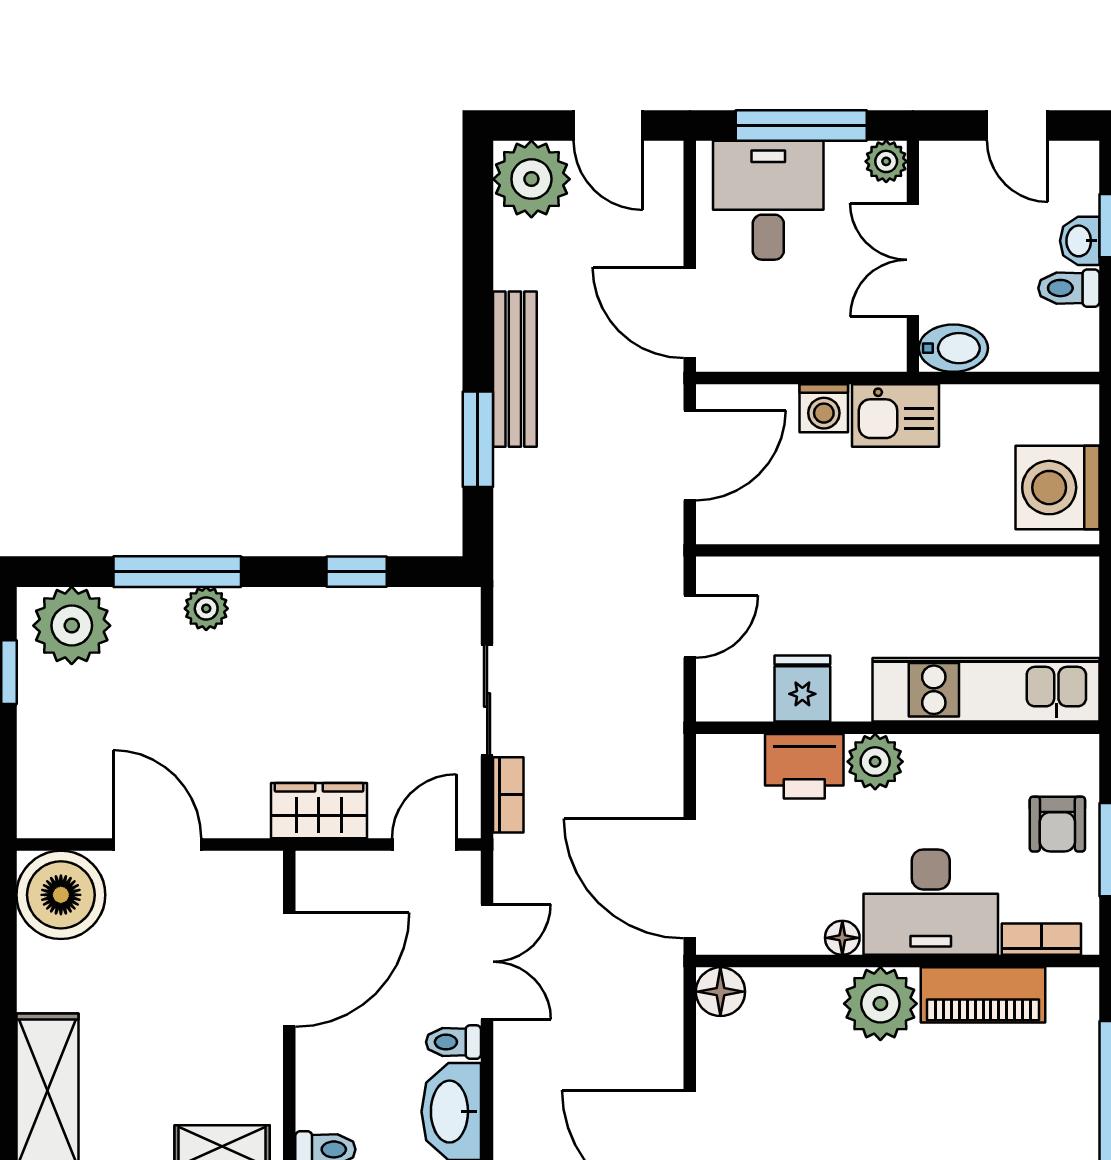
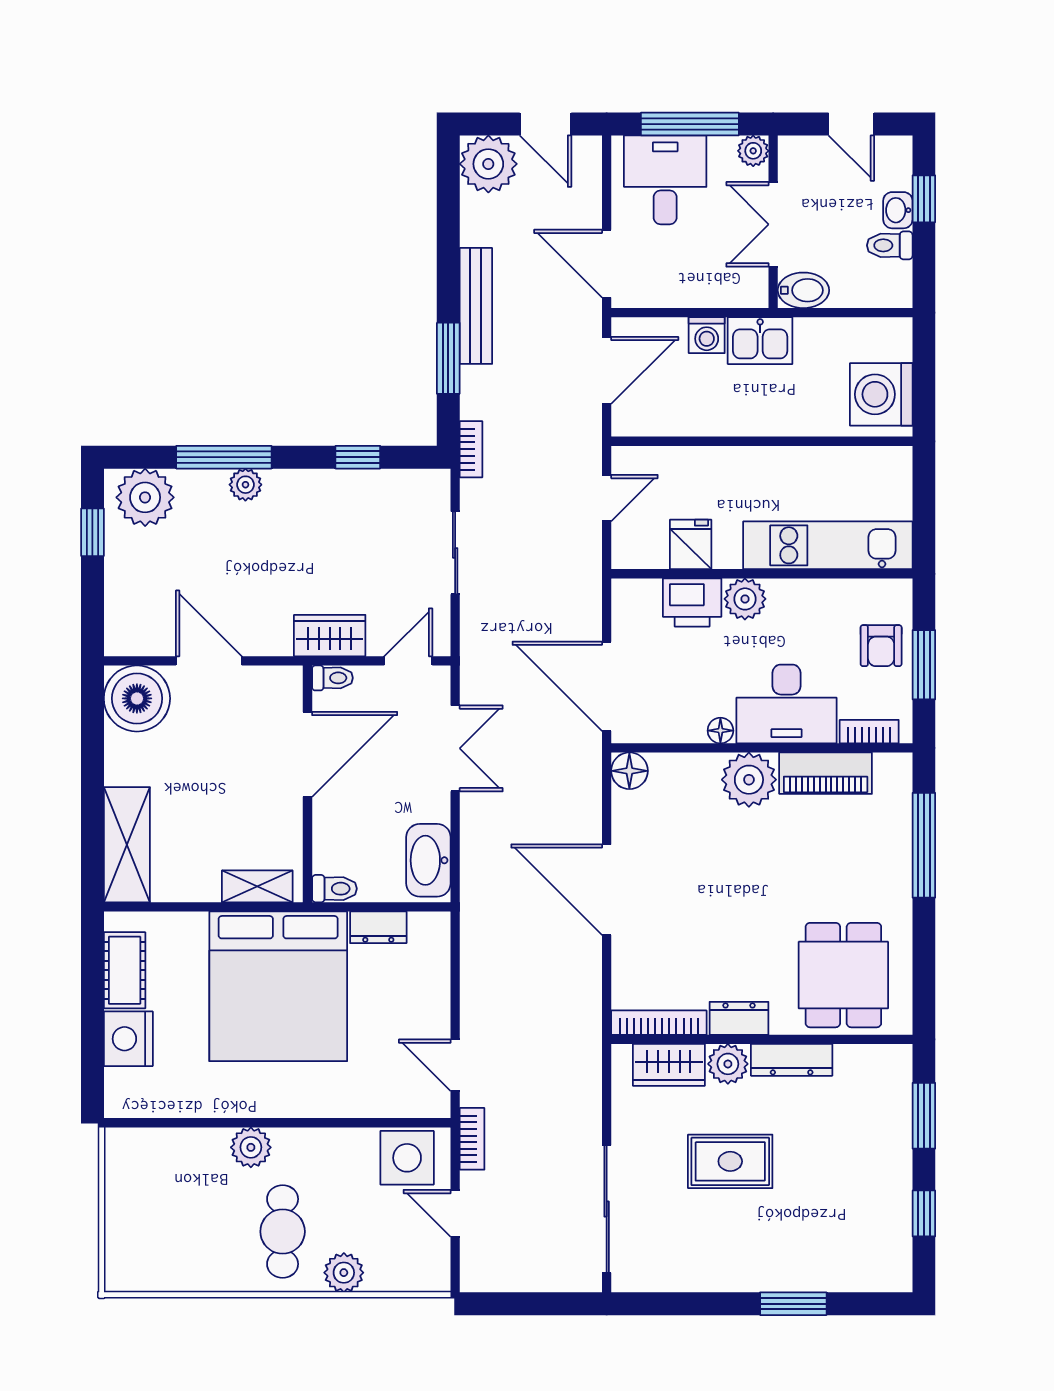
bookcase: (508, 795) -> (471, 449), moved
toilet: (454, 1042) -> (332, 678), moved, turned 180

